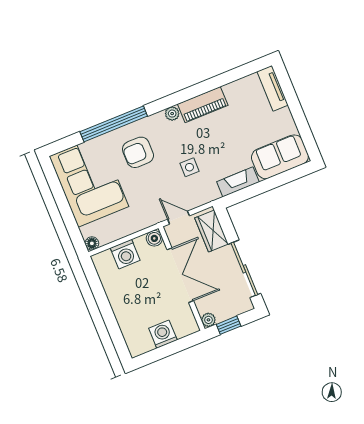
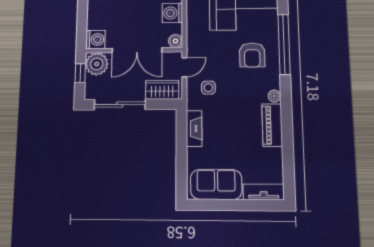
armchair: (138, 152) -> (252, 55), turned 180
sofa: (280, 157) -> (216, 184), moved, turned -90
side table: (189, 167) -> (208, 88), moved
plant: (208, 320) -> (97, 64), width x1.88, depth x1.88
washing machine: (163, 334) -> (96, 40), moved

